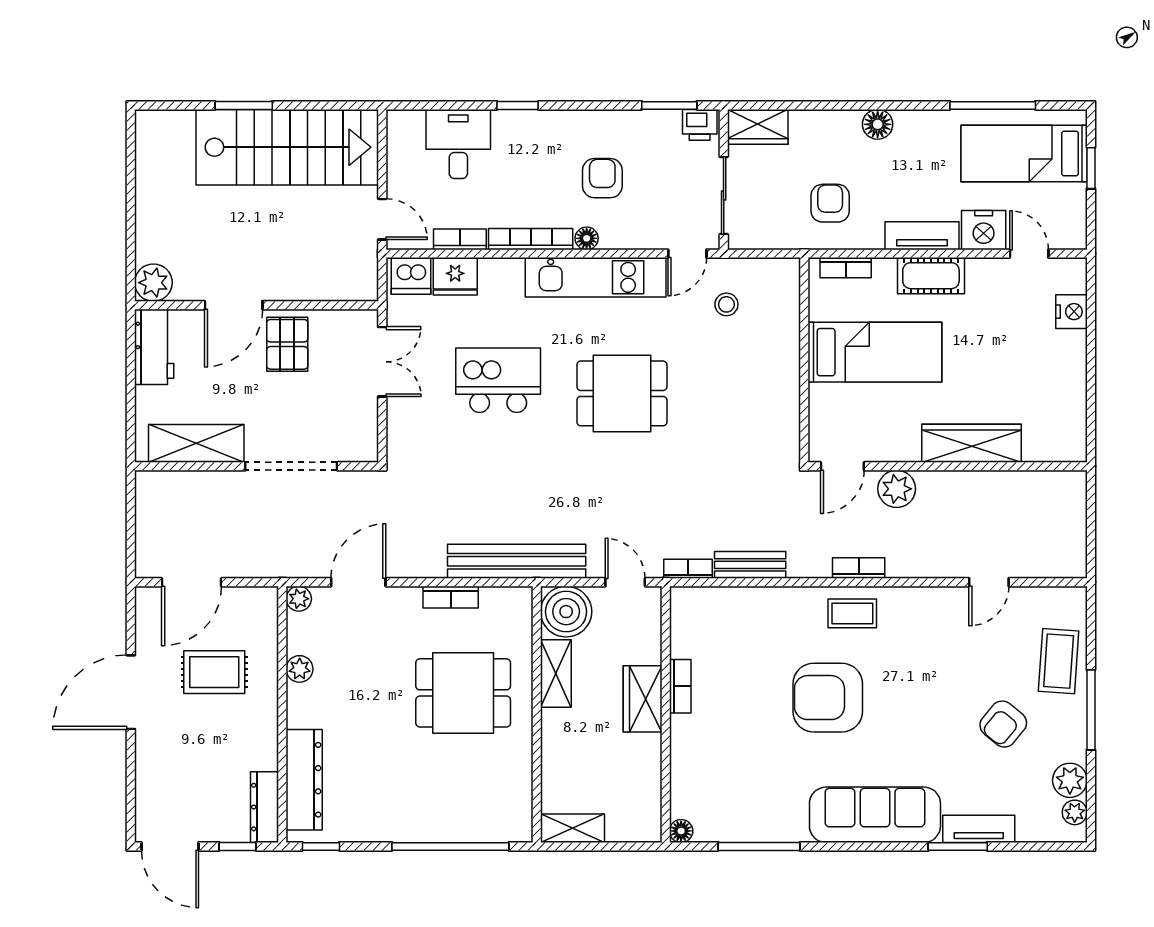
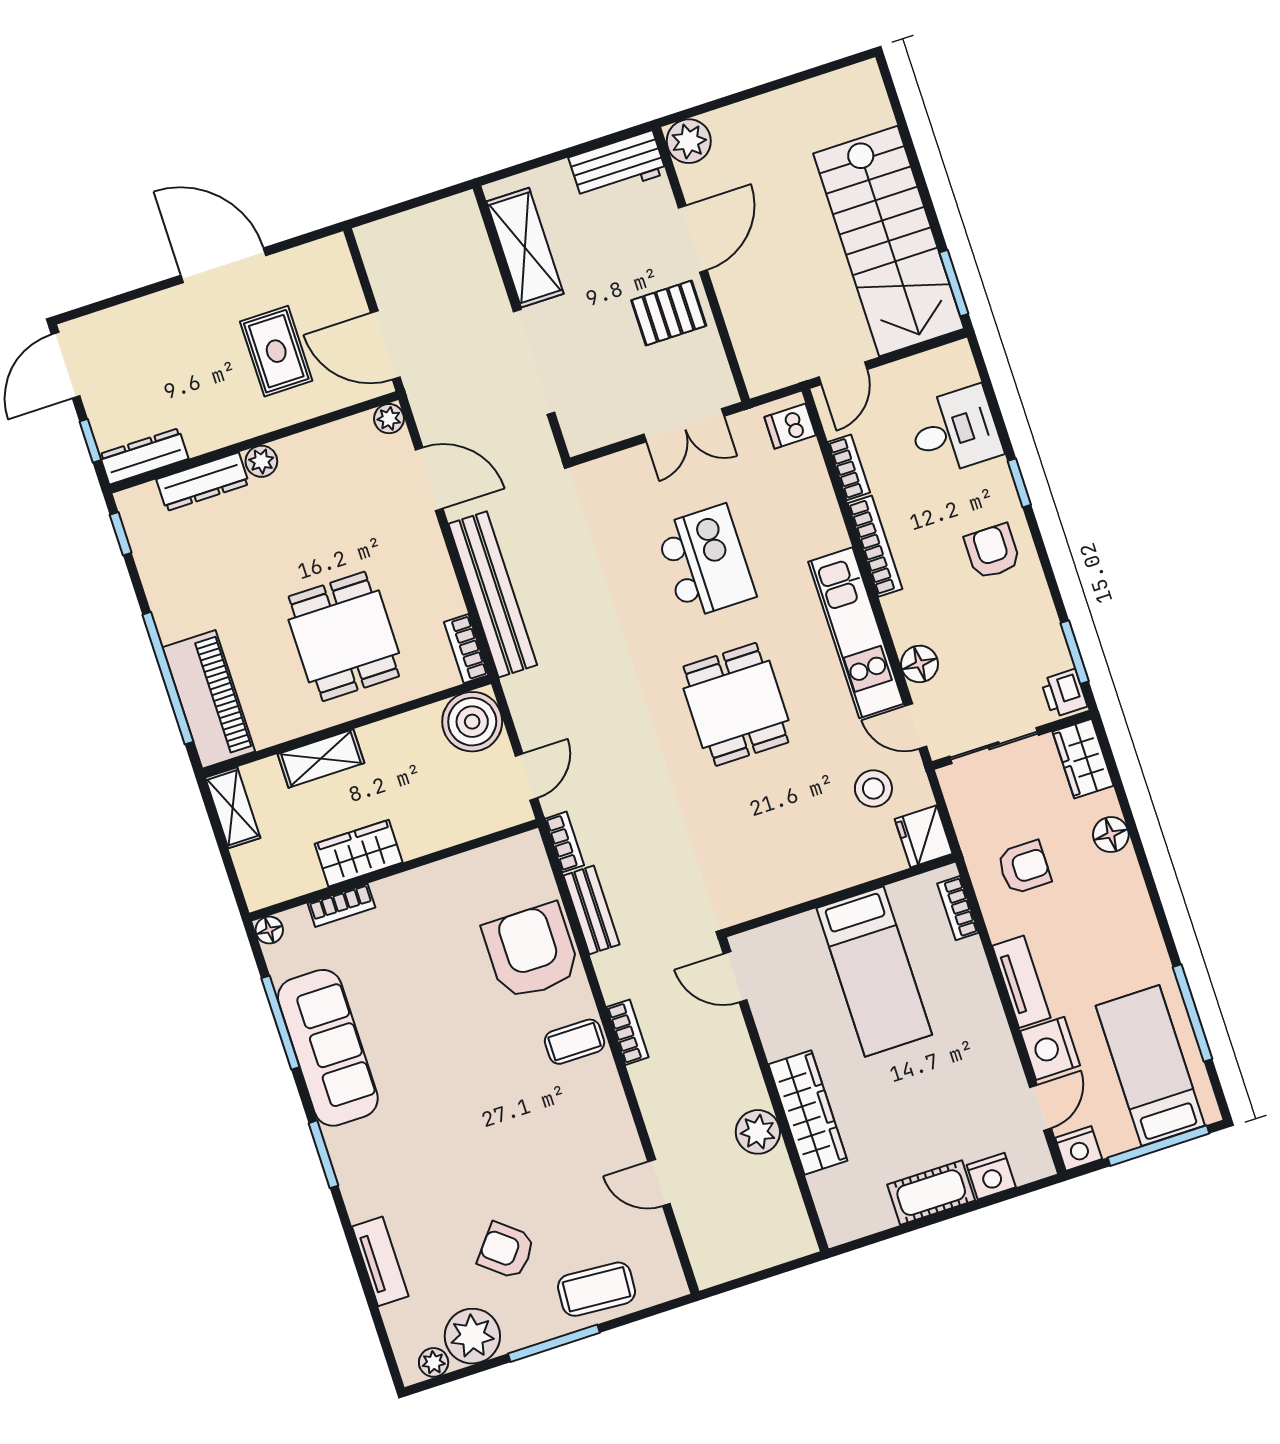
window: (244, 105) -> (954, 283), moved
floor lamp: (878, 124) -> (1111, 835), moved
window: (1091, 168) -> (1159, 1146), width x2.17
armchair: (602, 178) -> (992, 551), moved, turned -90
nightstand: (1072, 234) -> (1079, 1148), added
floor lamp: (587, 238) -> (920, 664), moved, width x1.37, depth x1.37
dishwasher: (411, 276) -> (790, 426), width x0.73
fridge: (455, 276) -> (924, 836), moved
cot: (931, 276) -> (931, 1193), moved, turned 90
stool: (726, 304) -> (873, 789), width x1.37, depth x1.37
door: (234, 305) -> (693, 239), swing flipped
plant: (897, 489) -> (758, 1132), moved
bench: (517, 561) -> (493, 594), moved
door: (192, 582) -> (385, 345), moved
bookcase: (451, 597) -> (466, 649), moved
coffee table: (852, 613) -> (575, 1042), turned 90
plant: (300, 669) -> (261, 461), moved
shelving: (556, 673) -> (321, 758), moved
bookcase: (680, 686) -> (341, 905), moved
armchair: (828, 698) -> (531, 951), moved
wardrobe: (643, 699) -> (359, 853), moved
dresser: (304, 780) -> (203, 482), width x0.73, depth x0.80
plant: (1070, 780) -> (472, 1336), width x1.36, depth x1.36
sofa: (875, 815) -> (328, 1048), moved
piano: (478, 819) -> (209, 699), added
window: (958, 846) -> (324, 1154), moved

